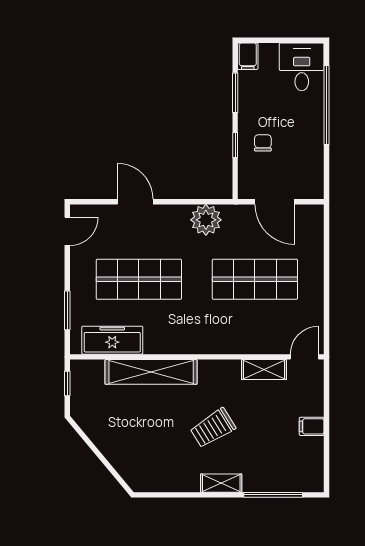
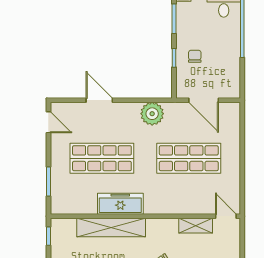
door: (67, 231) -> (48, 122), hinge flipped
freezer: (112, 340) -> (120, 204), moved
door: (304, 357) -> (226, 216), hinge flipped

